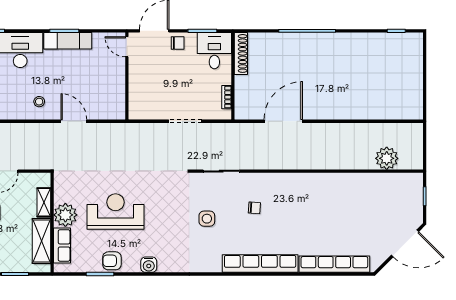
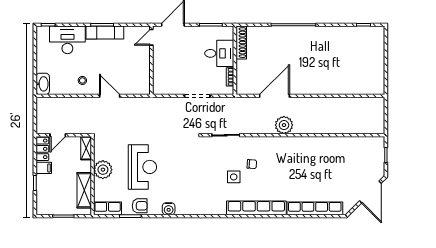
chair: (178, 43) -> (191, 34), removed
door: (127, 47) -> (151, 37), hinge flipped
desk: (214, 51) -> (219, 53), moved, turned 90
plant: (387, 158) -> (284, 125), moved
shelving: (44, 202) -> (86, 148), moved
reception desk: (115, 212) -> (142, 167), turned 90
side table: (207, 219) -> (234, 177), moved
door: (405, 243) -> (370, 192), hinge flipped
row of seats: (62, 245) -> (108, 208), moved, turned -90
armchair: (112, 261) -> (140, 206), turned 180

